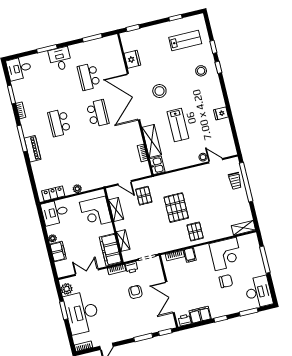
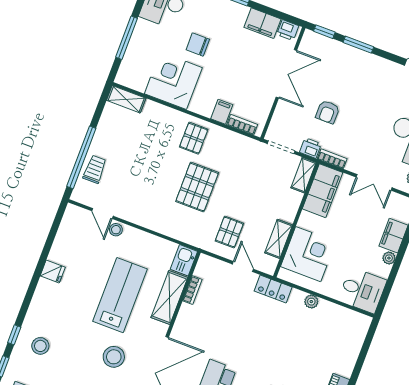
lab bench: (178, 125) -> (120, 295), width x1.36, depth x1.39
locker: (53, 193) -> (273, 289), moved
shelving: (123, 241) -> (303, 175), moved

